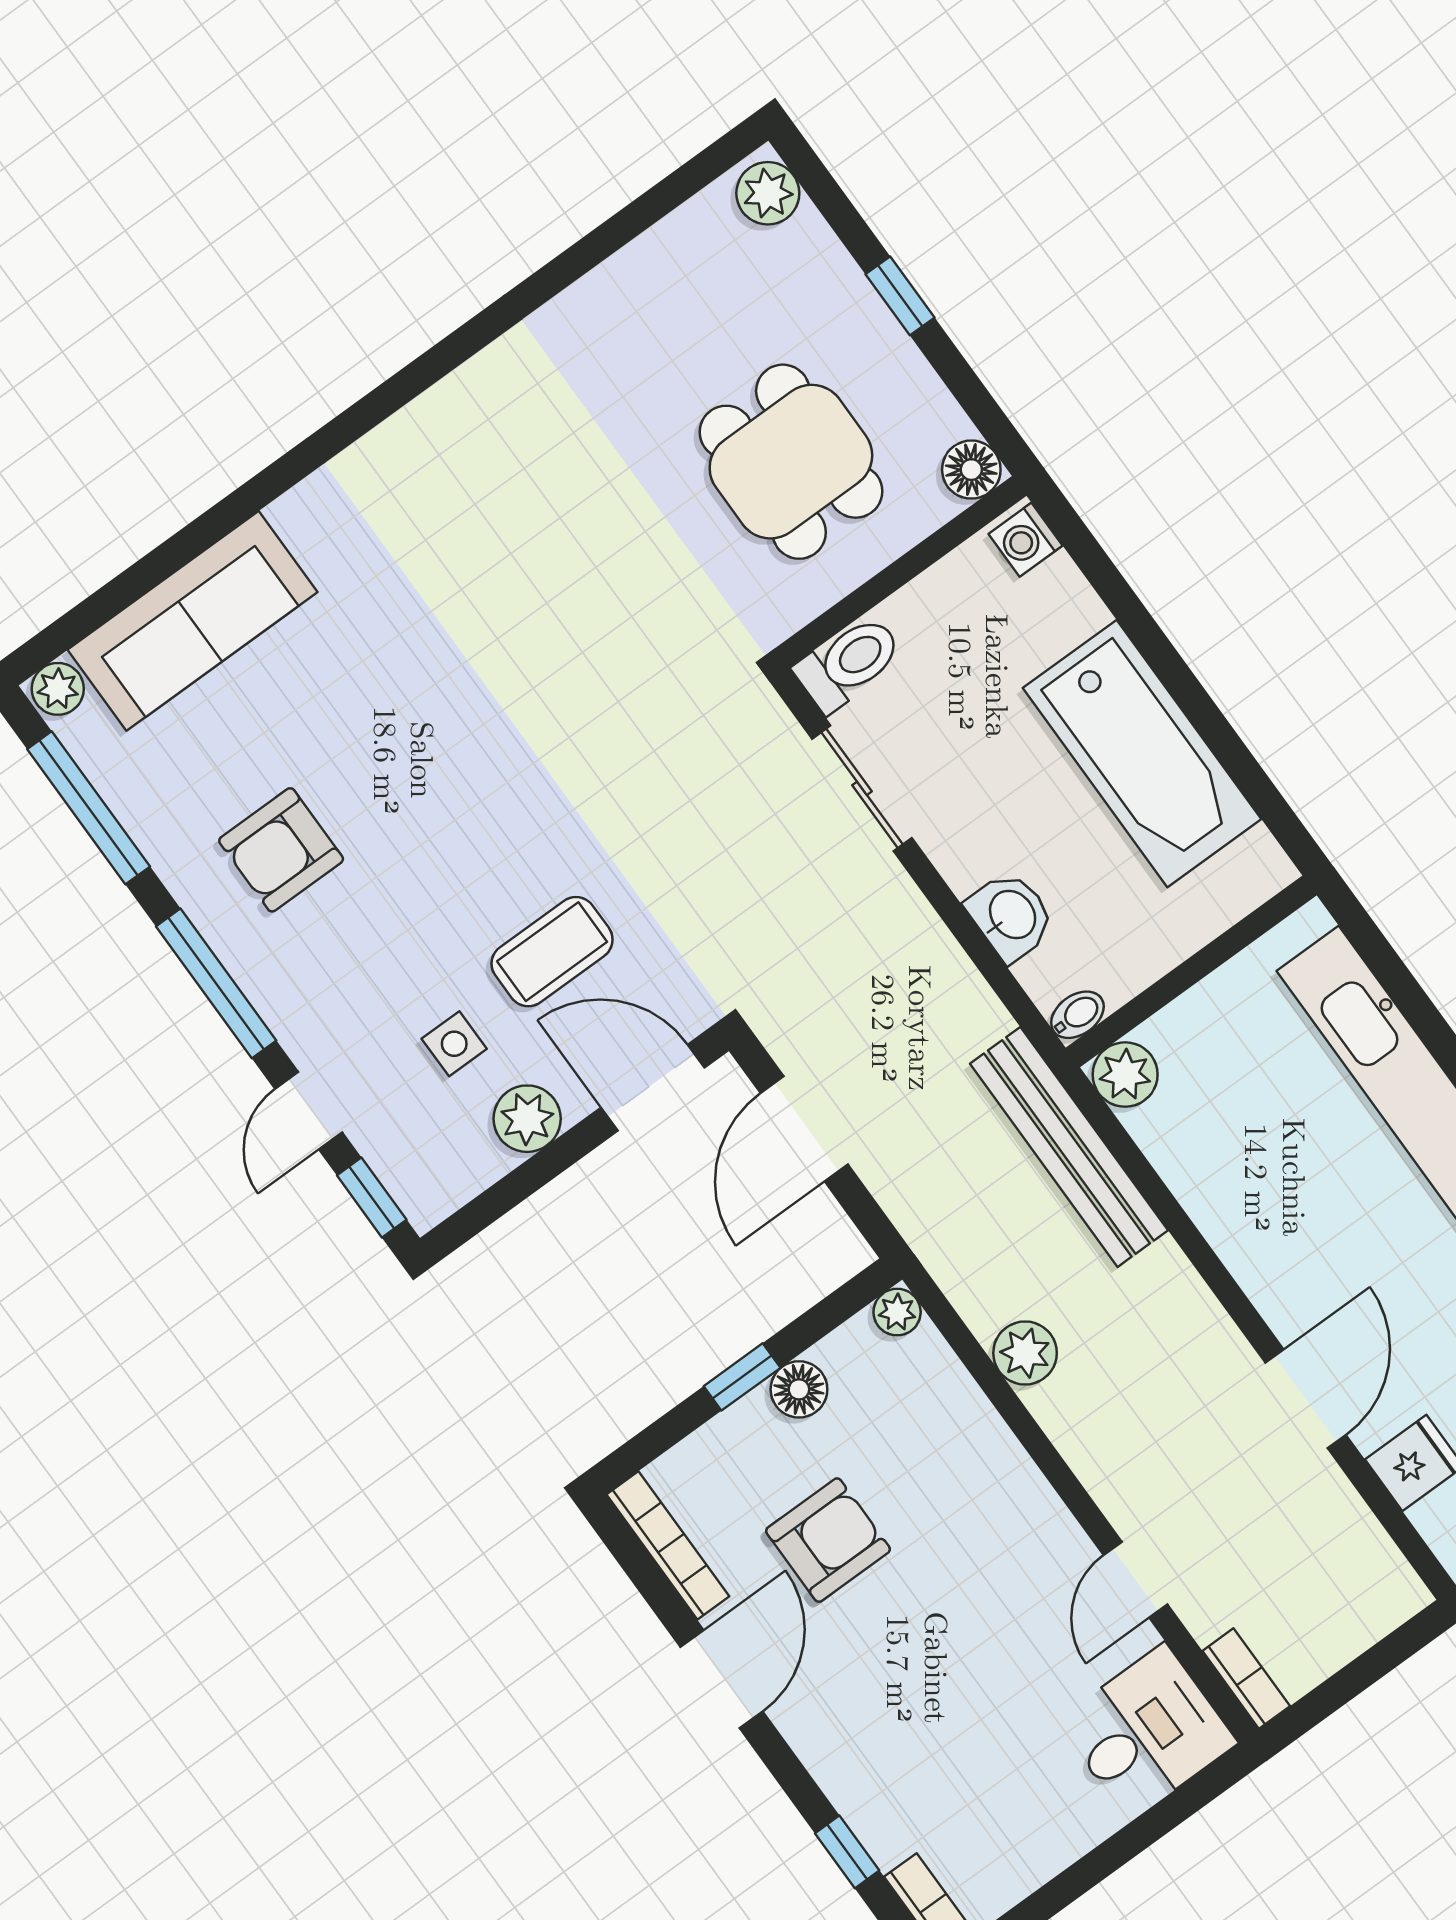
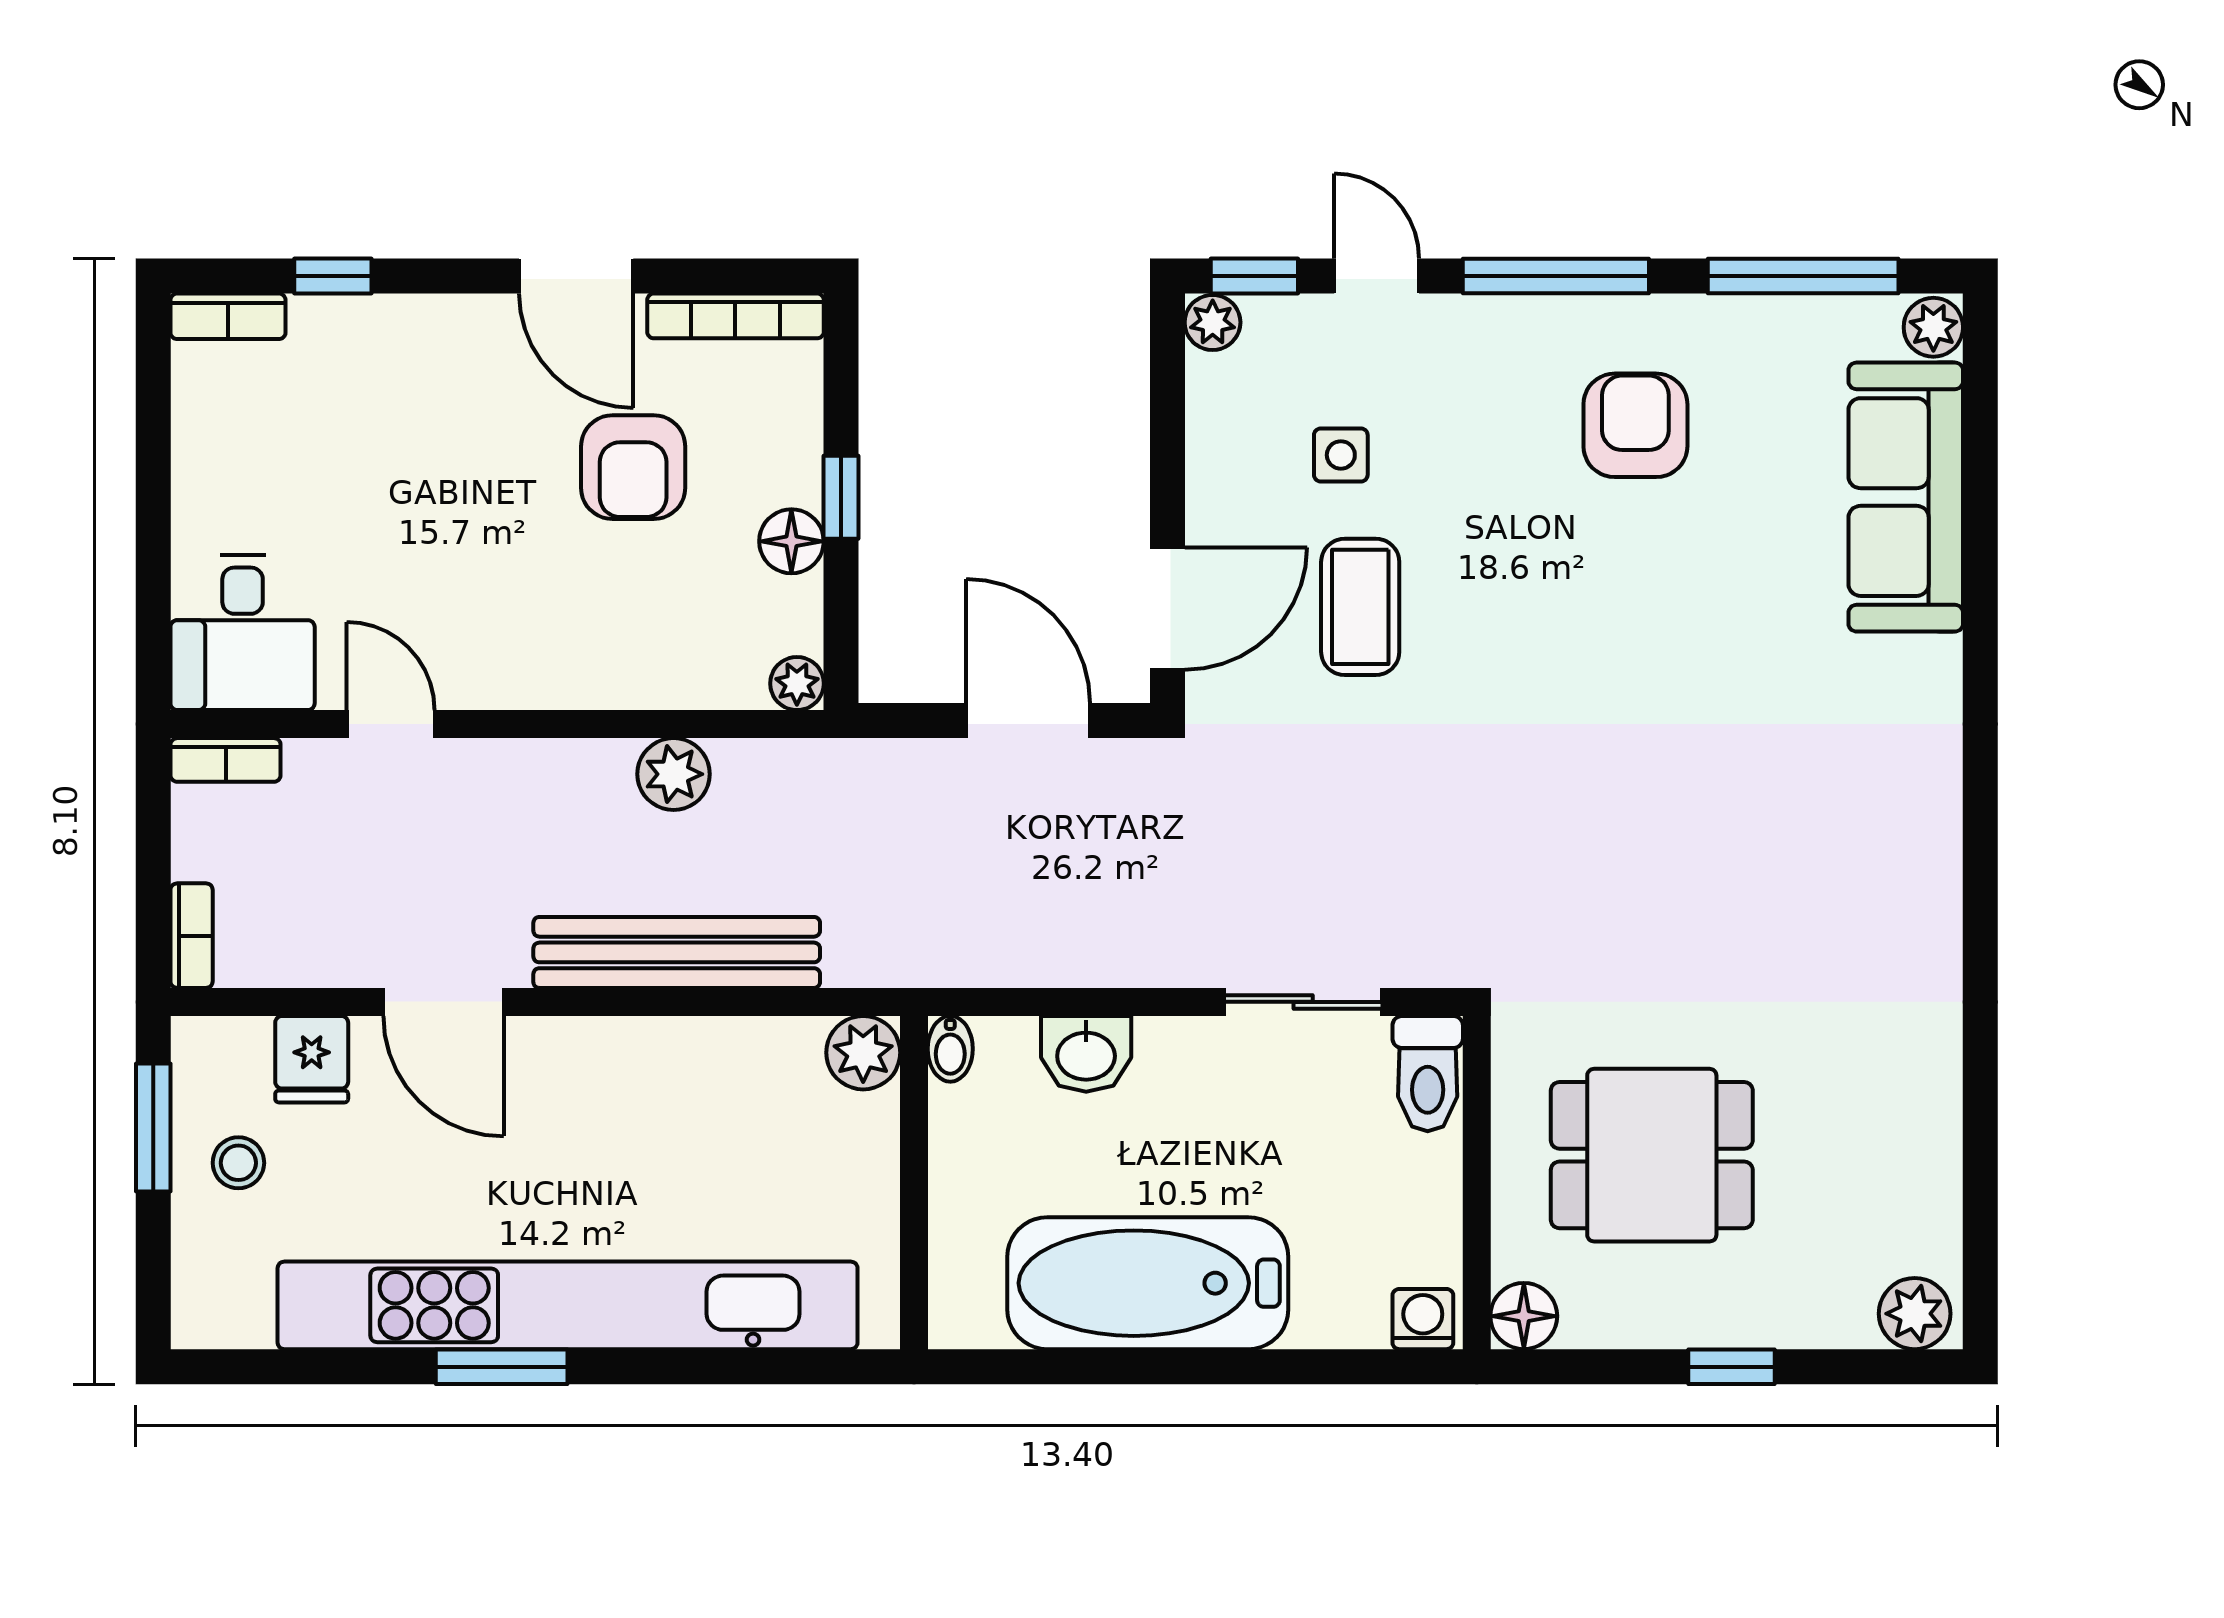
plant: (527, 1119) -> (1213, 322), moved, width x0.73, depth x0.73
bench: (1069, 1147) -> (677, 952), moved
bookcase: (1388, 1612) -> (192, 936), added

